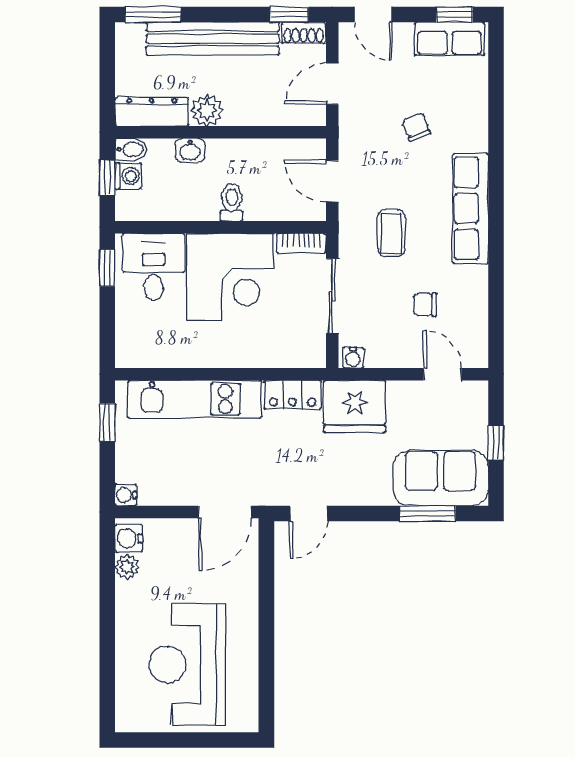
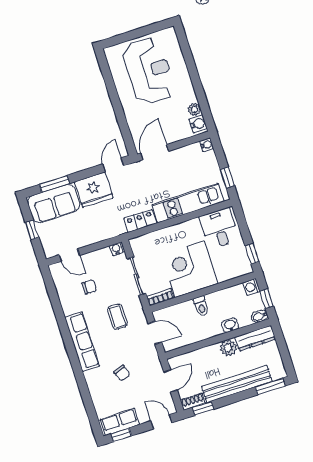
washing machine: (128, 176) -> (251, 287), moved
desk: (154, 267) -> (219, 228), moved, turned 180
fridge: (355, 407) -> (94, 190), moved, turned 180

